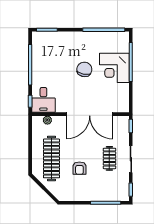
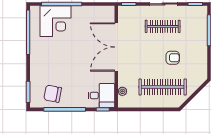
corner desk: (114, 68) -> (55, 21), moved
chair: (84, 69) -> (53, 94), moved
double door: (90, 114) -> (116, 47), swing flipped
clothes rail: (109, 158) -> (163, 26), width x1.36

